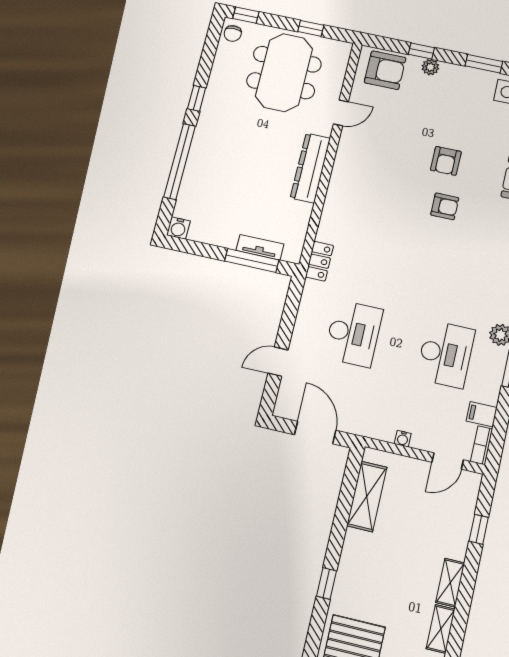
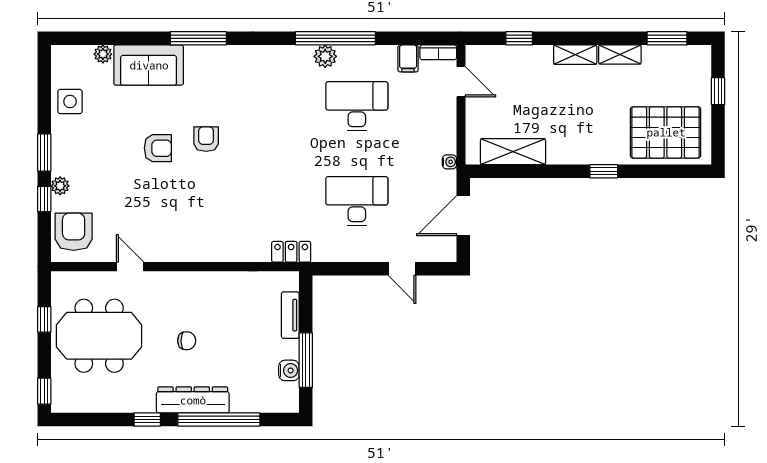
chair: (233, 33) -> (187, 341), moved
window: (484, 64) -> (44, 153), moved
dresser: (310, 168) -> (193, 400), moved, turned 180
water cooler: (178, 228) -> (289, 370), moved
window: (252, 261) -> (306, 360), moved
water cooler: (403, 439) -> (449, 162), moved

